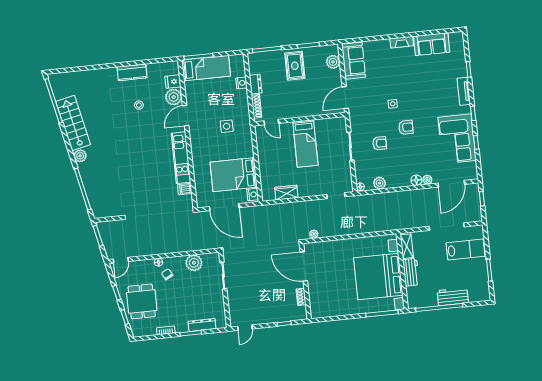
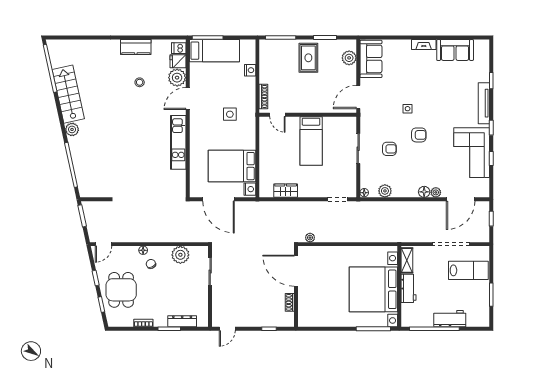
dresser: (256, 84) -> (265, 73), removed
tv unit: (464, 91) -> (484, 103), width x1.41
dishwasher: (185, 189) -> (179, 48), moved

